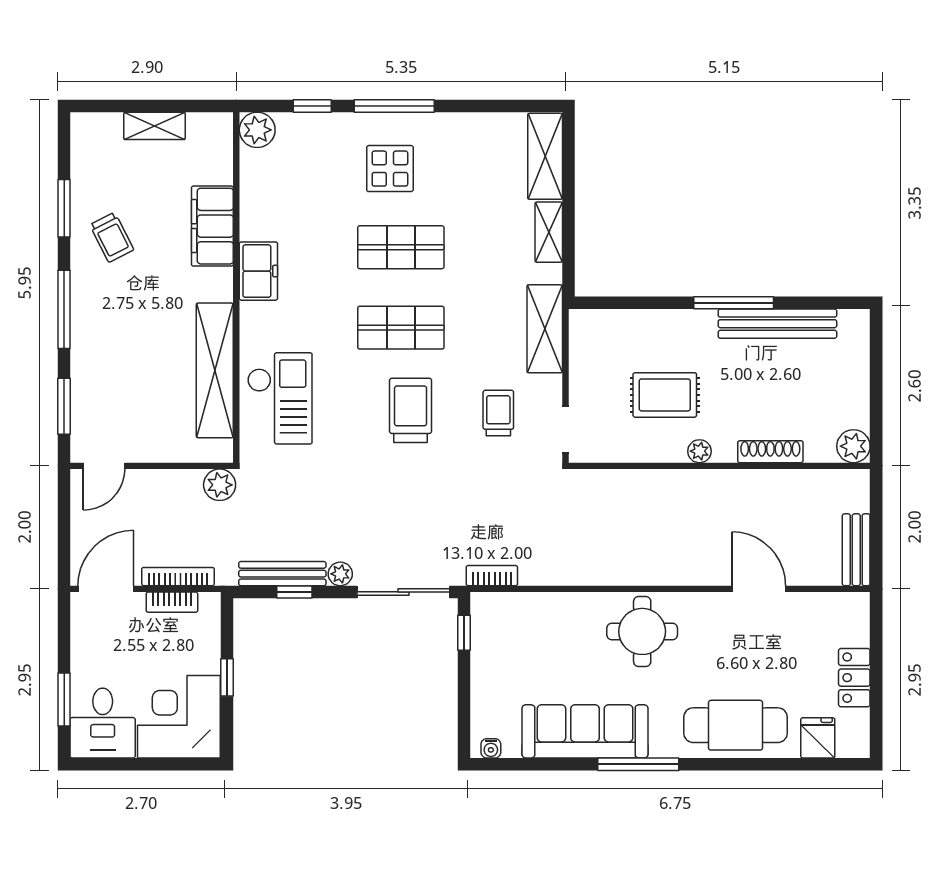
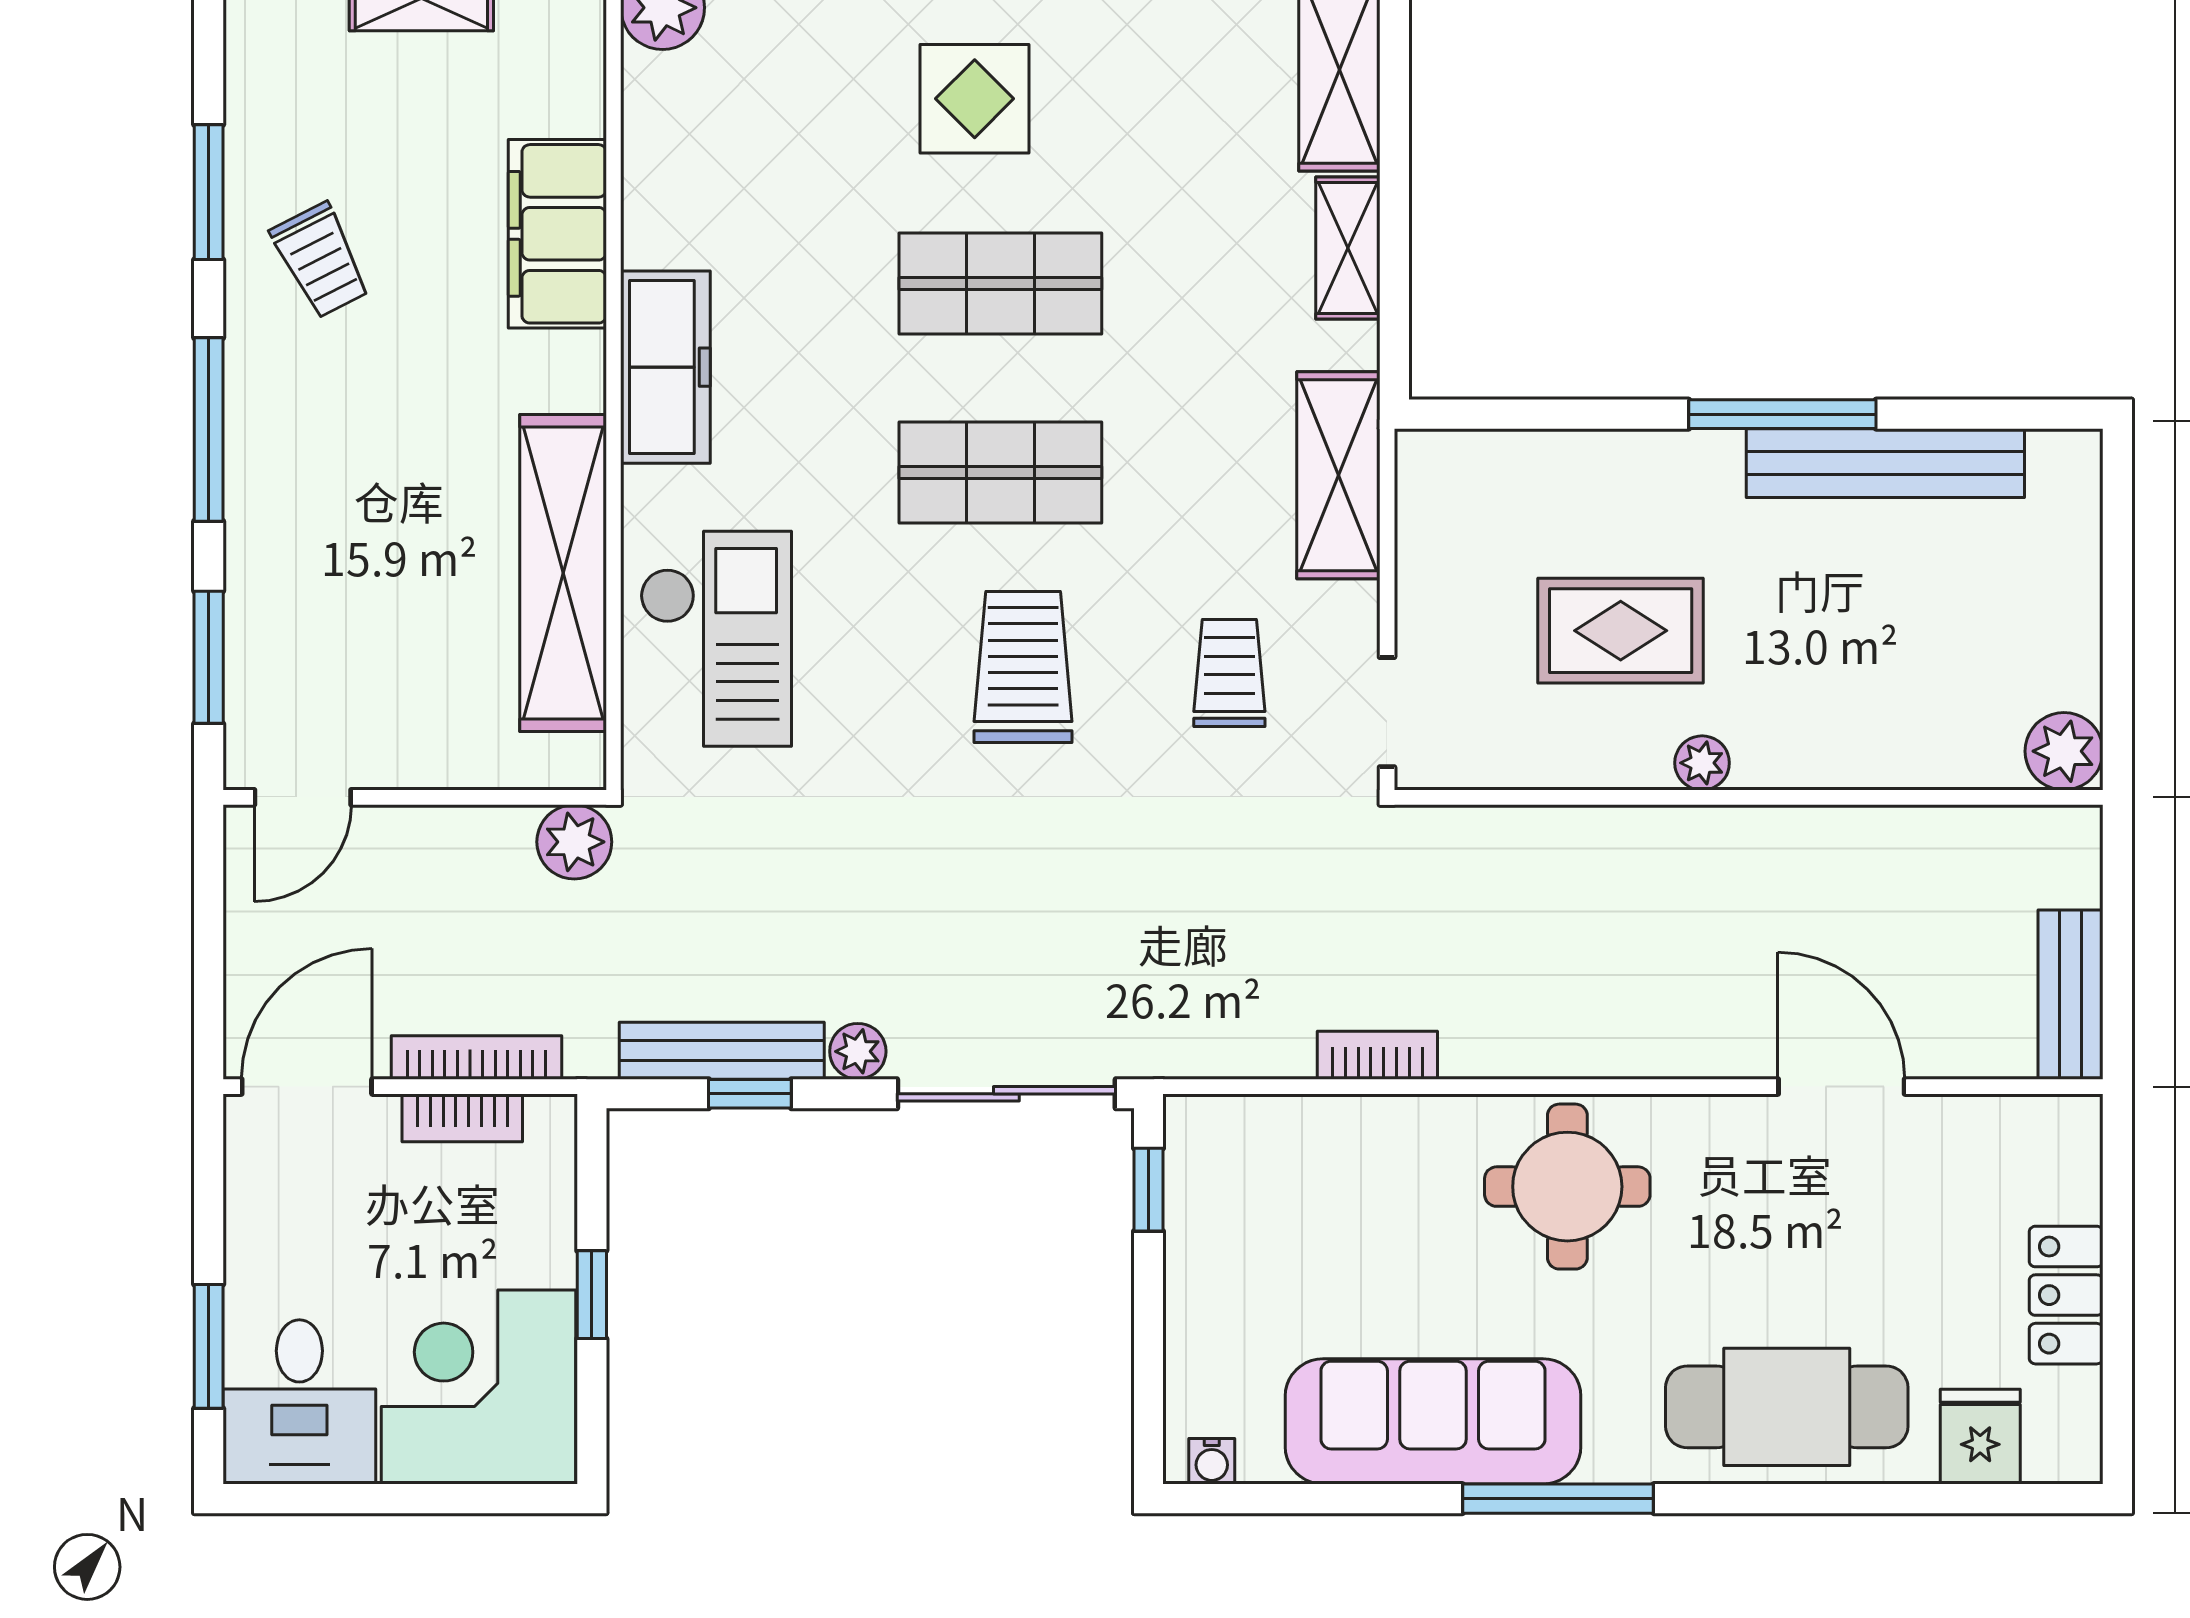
freezer: (258, 271) -> (665, 367), width x1.40
shoe rack: (770, 452) -> (1869, 764), removed
bookcase: (492, 576) -> (1377, 1055), moved

